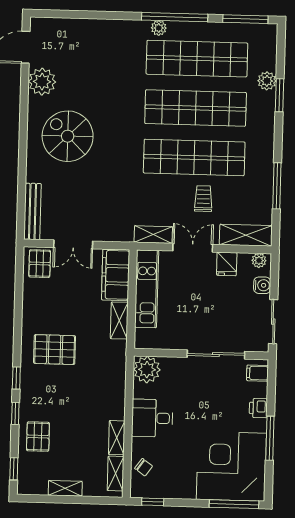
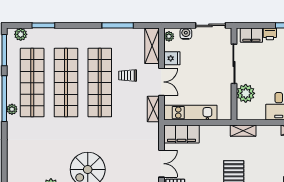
plant: (267, 81) -> (21, 34), moved
window: (279, 95) -> (43, 25), moved
double door: (193, 248) -> (161, 82), swing flipped
shelving: (119, 320) -> (243, 131), moved
plant: (147, 370) -> (246, 93), moved
filing cabinet: (257, 373) -> (251, 35), width x2.00

